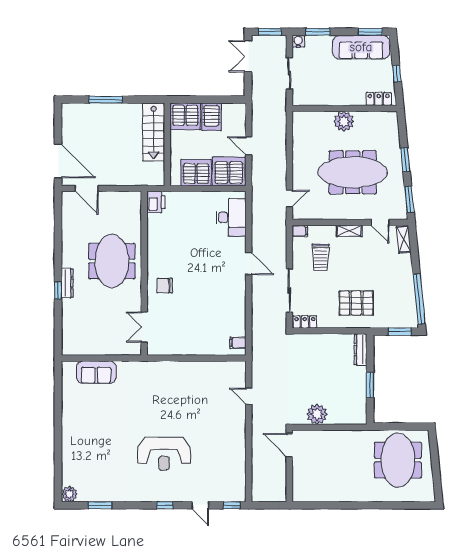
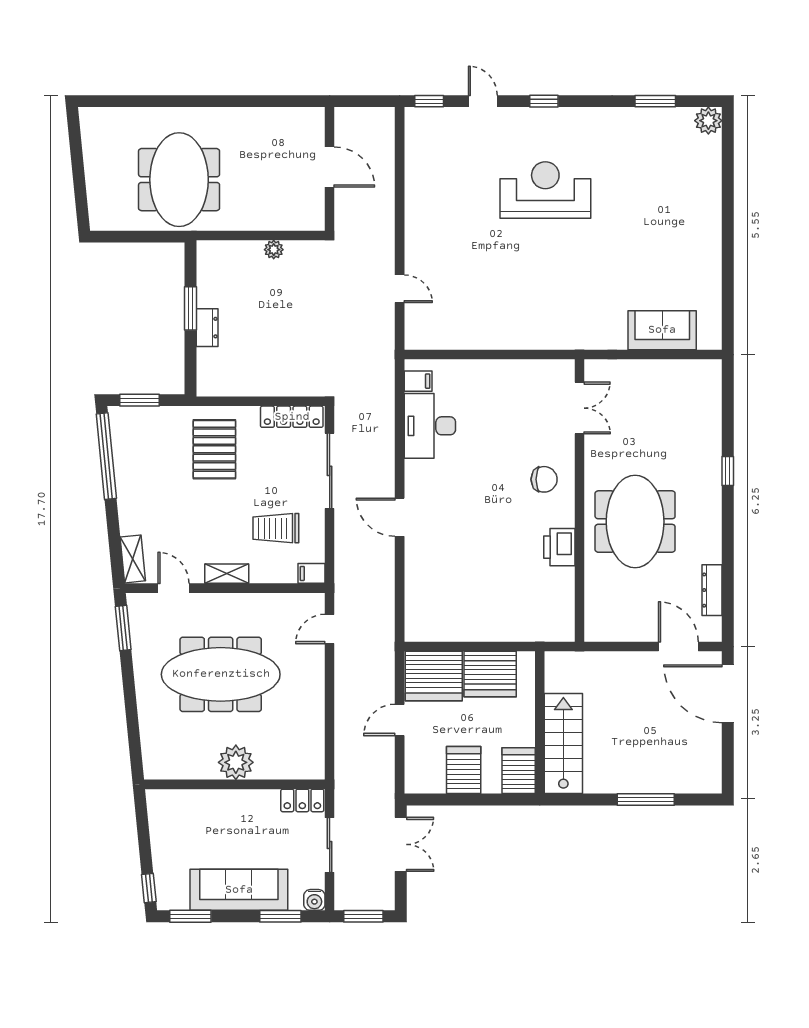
sofa: (361, 47) -> (239, 890), moved
double door: (248, 56) -> (401, 844), moved
window: (397, 73) -> (149, 888), moved
locker: (379, 99) -> (302, 800), moved
server rack: (185, 116) -> (519, 771), width x0.62
door: (249, 146) -> (400, 720), swing flipped
window: (405, 160) -> (130, 696), removed
printer: (156, 202) -> (559, 547), moved
desk: (231, 217) -> (430, 426), moved
trolley: (321, 257) -> (276, 528), turned -90
dresser: (67, 283) -> (712, 590), moved
pallet: (356, 303) -> (214, 449), turned 90
locker: (305, 322) -> (292, 417), width x1.53
dresser: (360, 350) -> (207, 328), moved, width x0.70
plant: (317, 414) -> (274, 250), width x0.53, depth x0.53
door: (289, 445) -> (330, 167), moved
meeting table: (398, 460) -> (179, 180), moved

